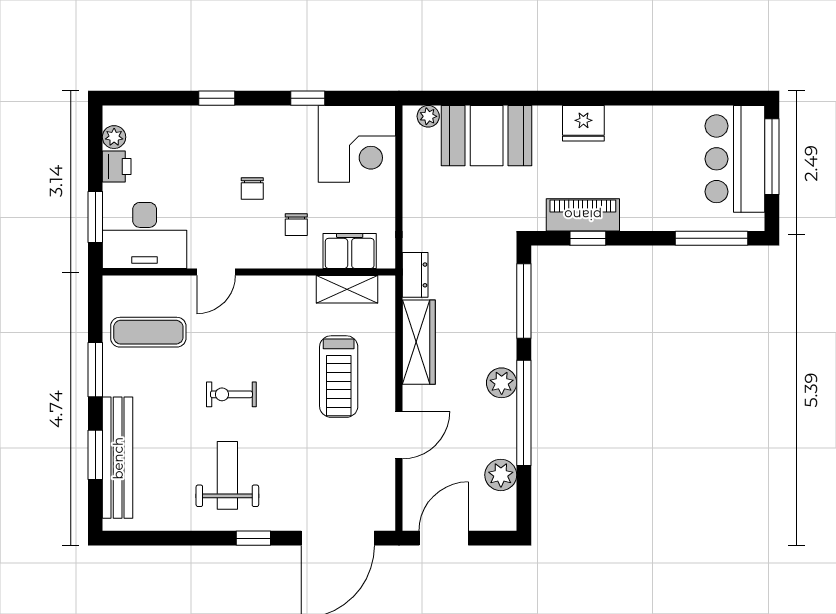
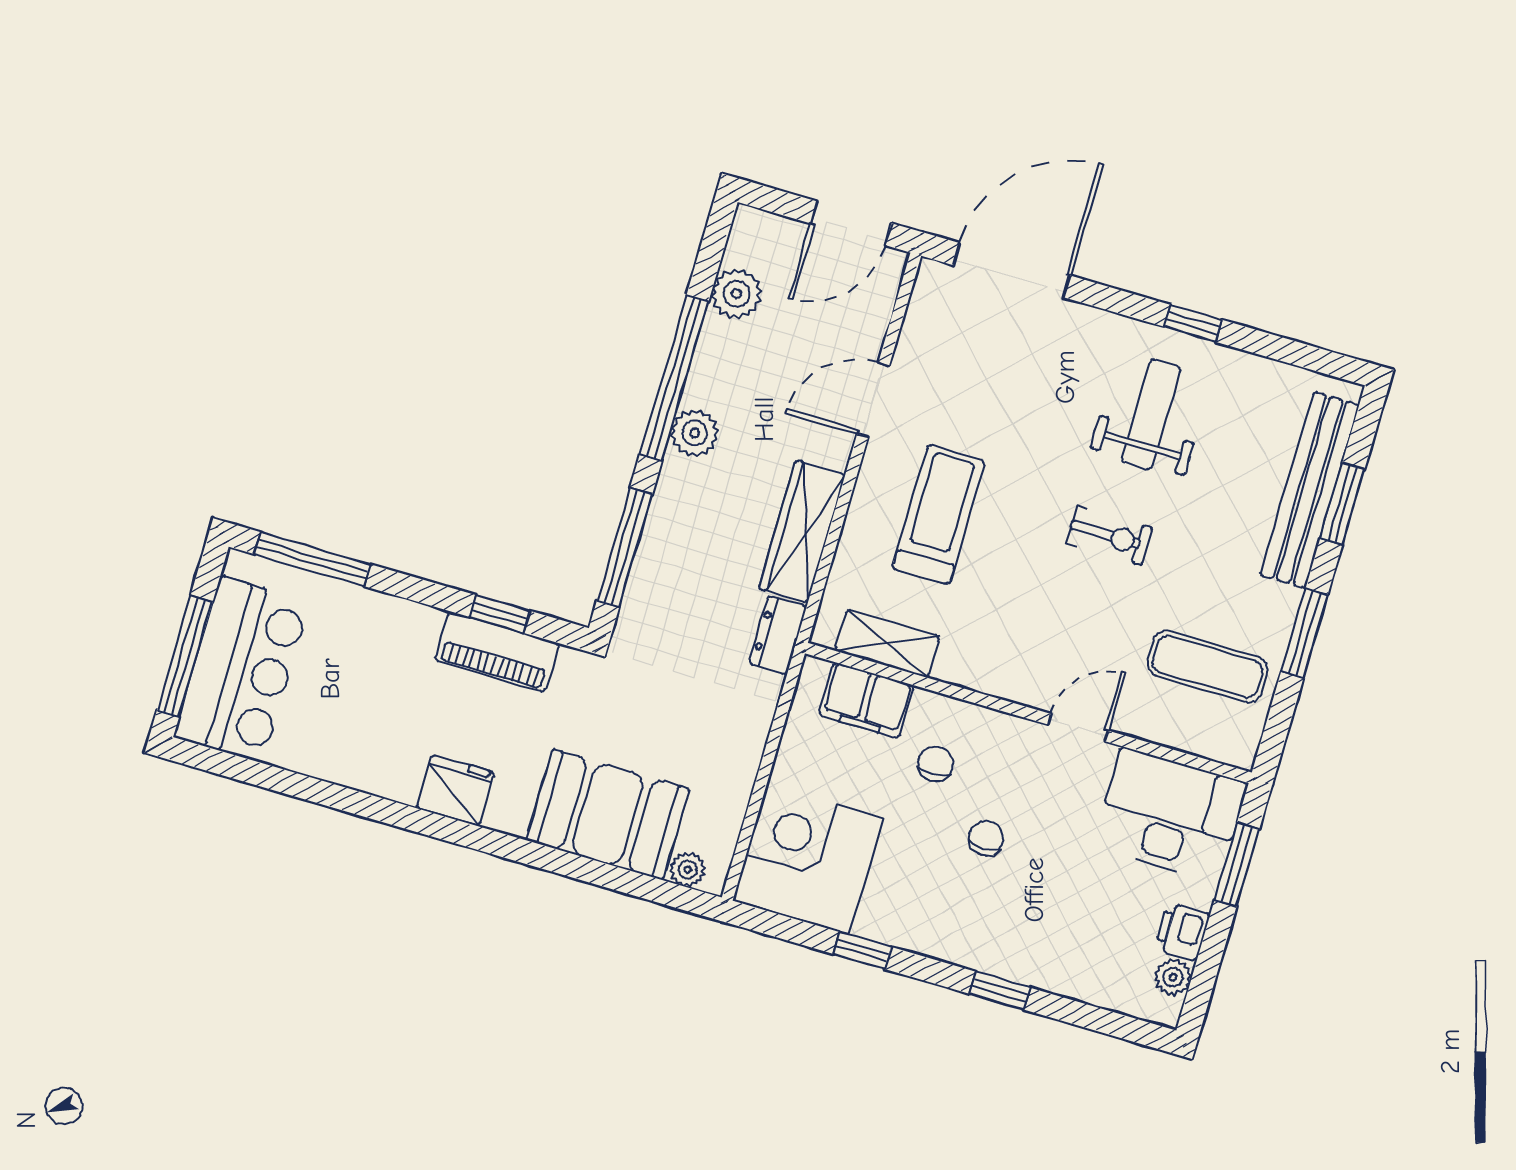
weight bench: (227, 475) -> (1151, 414), turned 180
window: (253, 538) -> (1193, 323), moved

